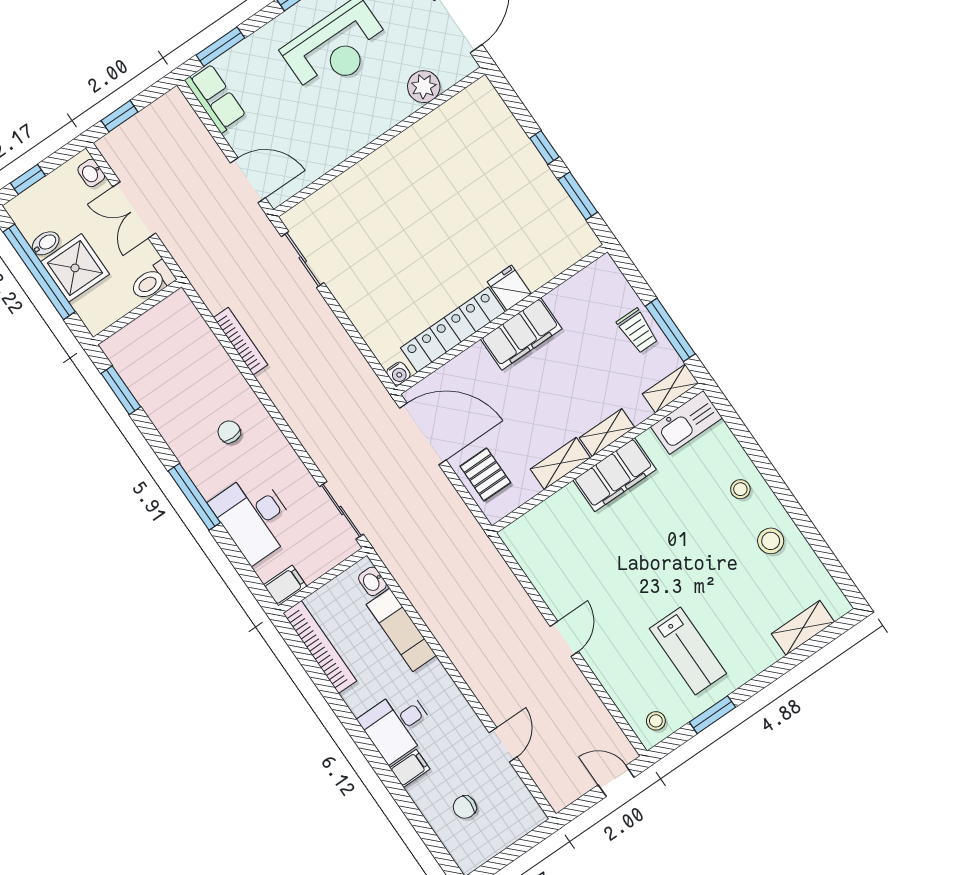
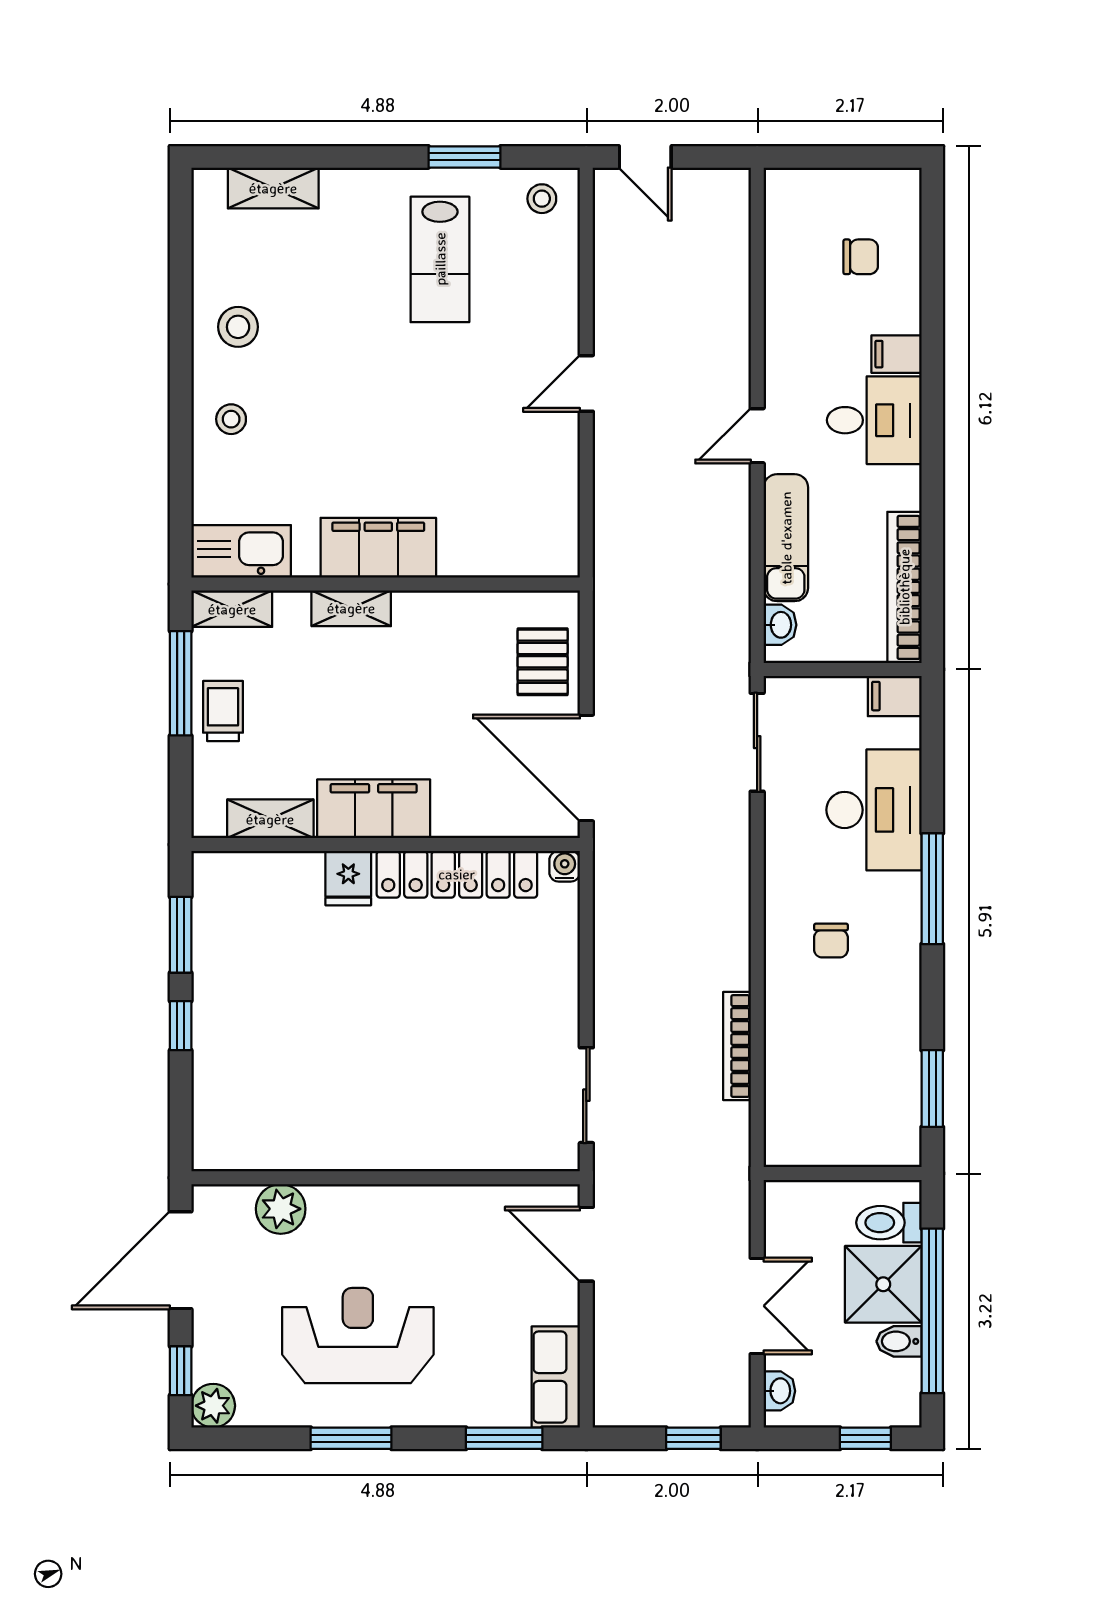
toilet: (152, 281) -> (889, 1223), moved, turned 180
shelving: (560, 463) -> (270, 819), moved
lab bench: (688, 651) -> (440, 259), turned 180
door: (503, 745) -> (757, 436), moved

